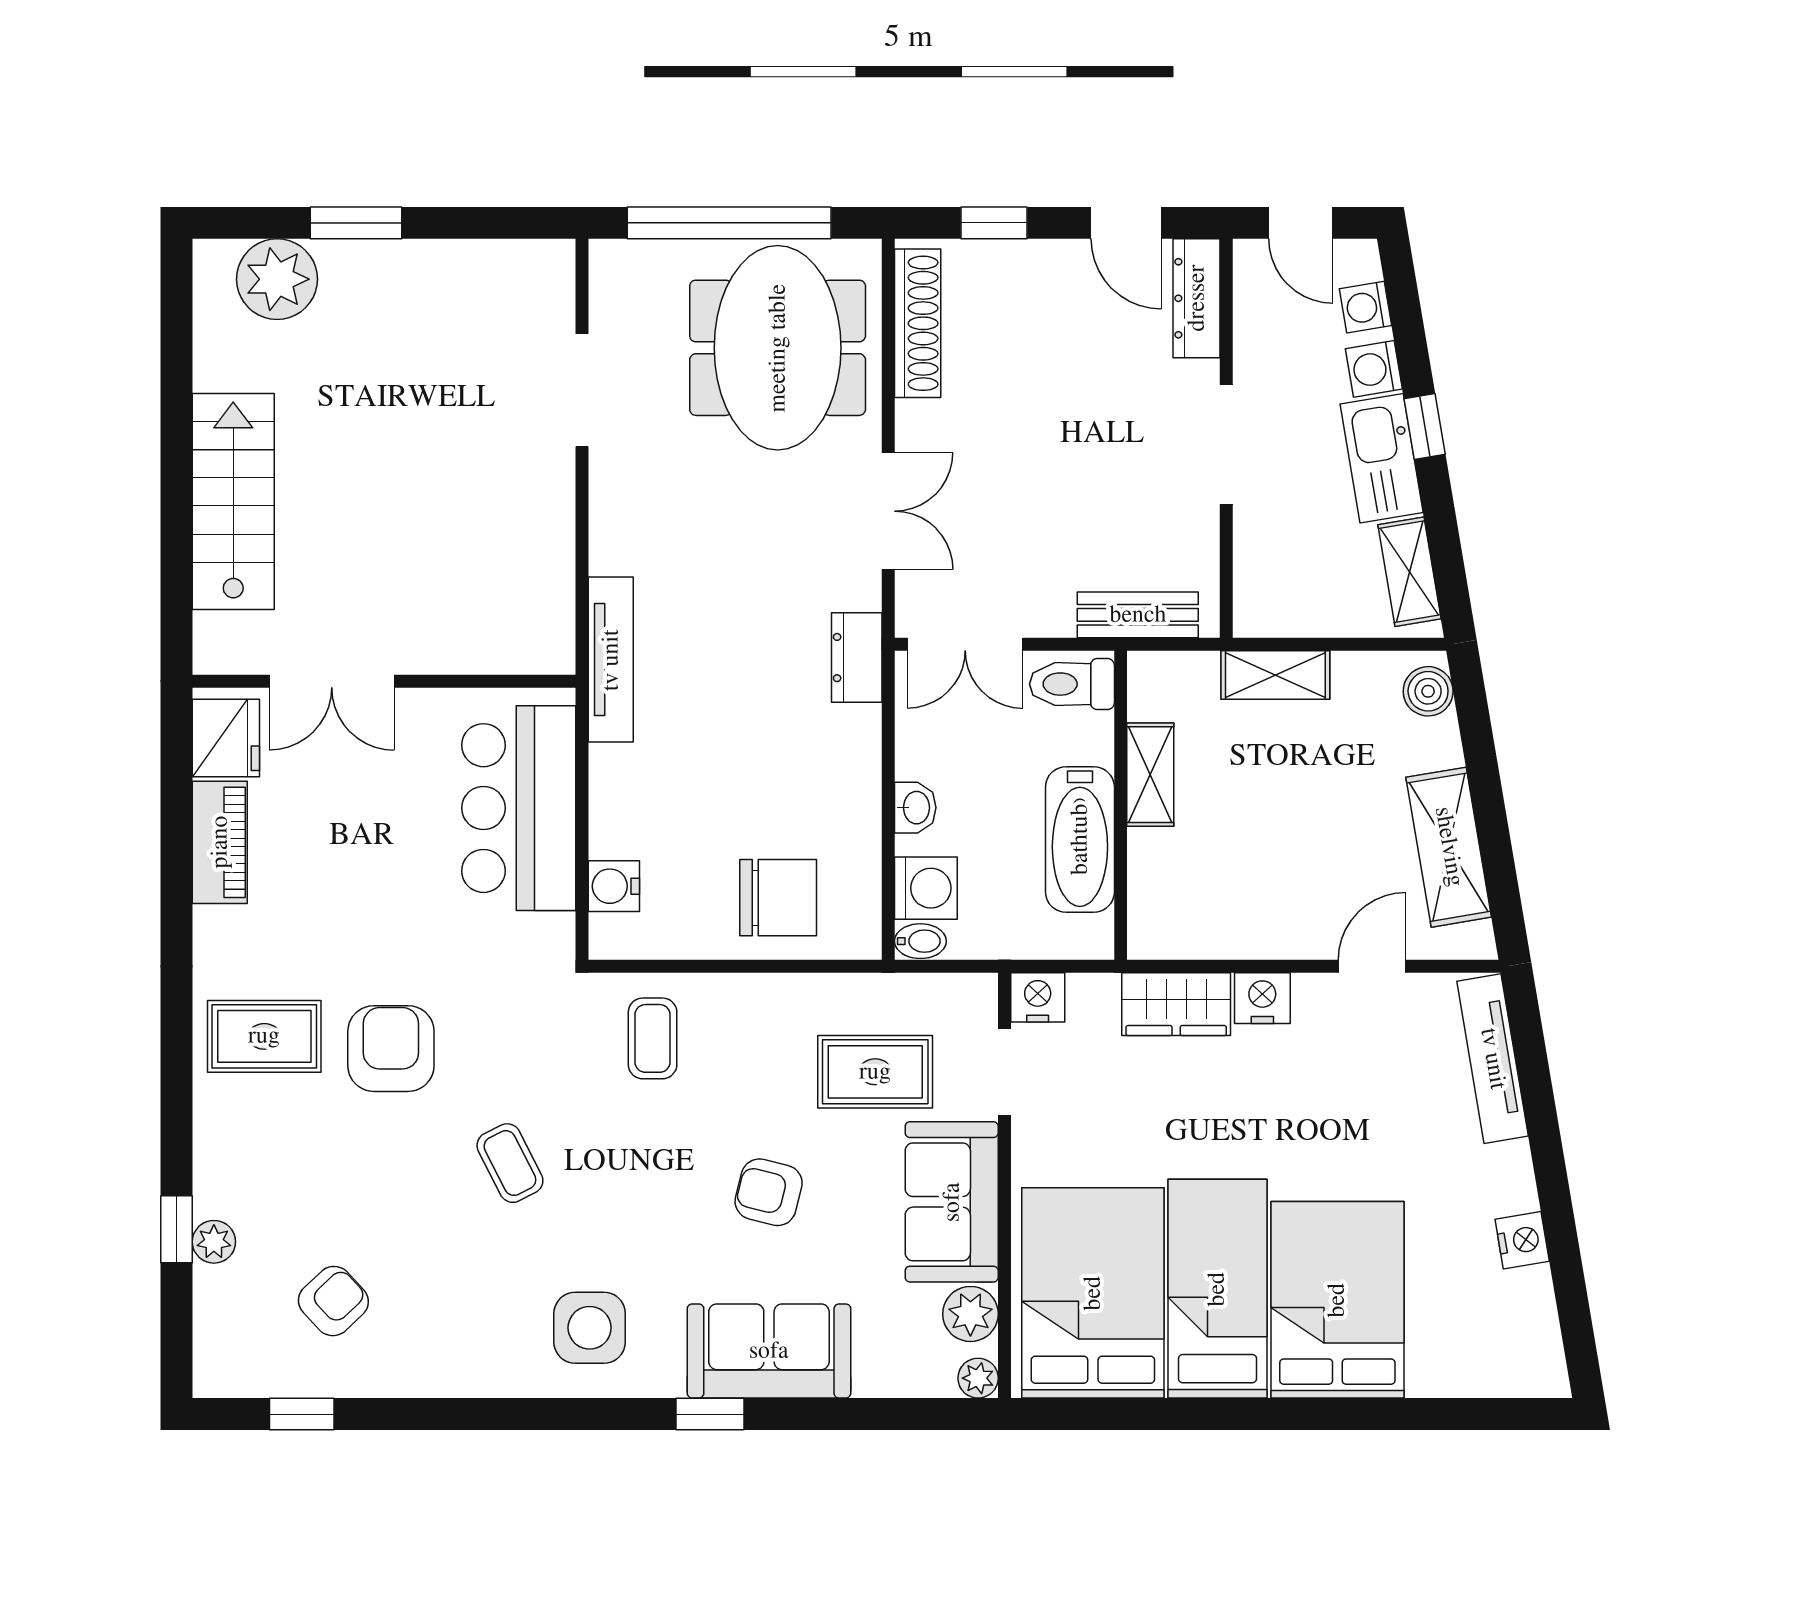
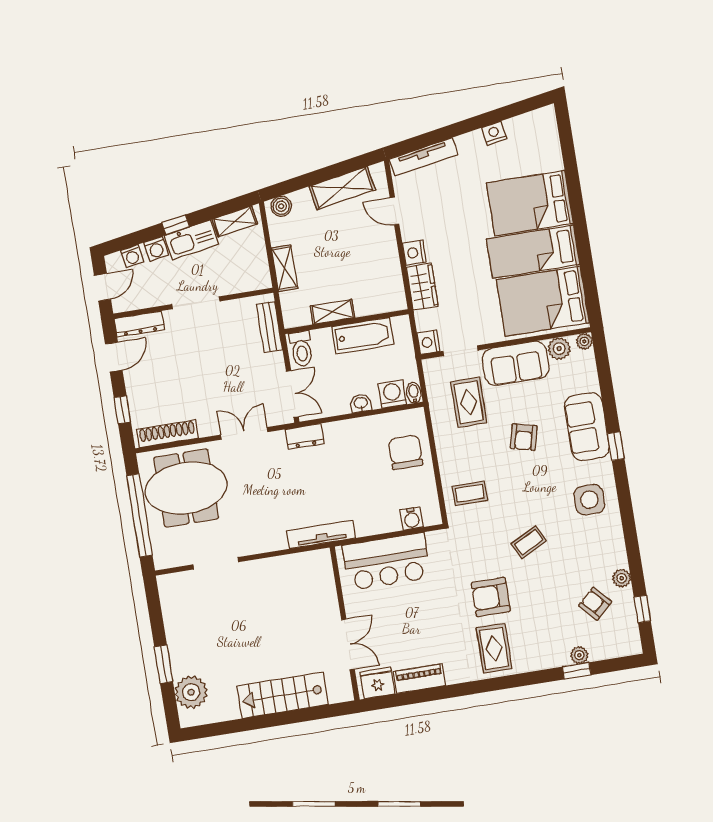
plant: (385, 1376) -> (622, 578), added

